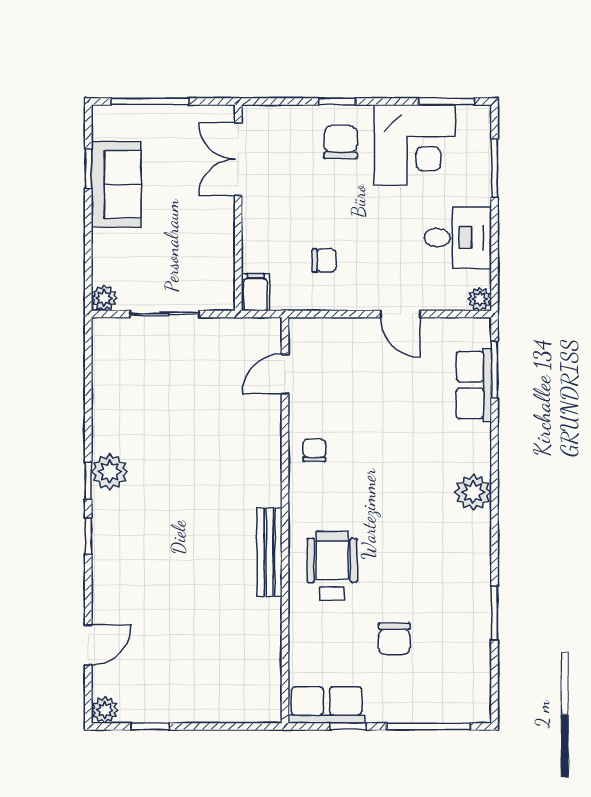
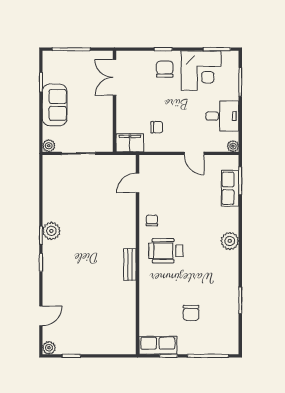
sofa: (116, 184) -> (55, 105), moved
filing cabinet: (255, 292) -> (130, 143), width x2.00
bench: (270, 552) -> (130, 265), width x0.73
wheelchair: (332, 566) -> (166, 251), moved, turned -90

